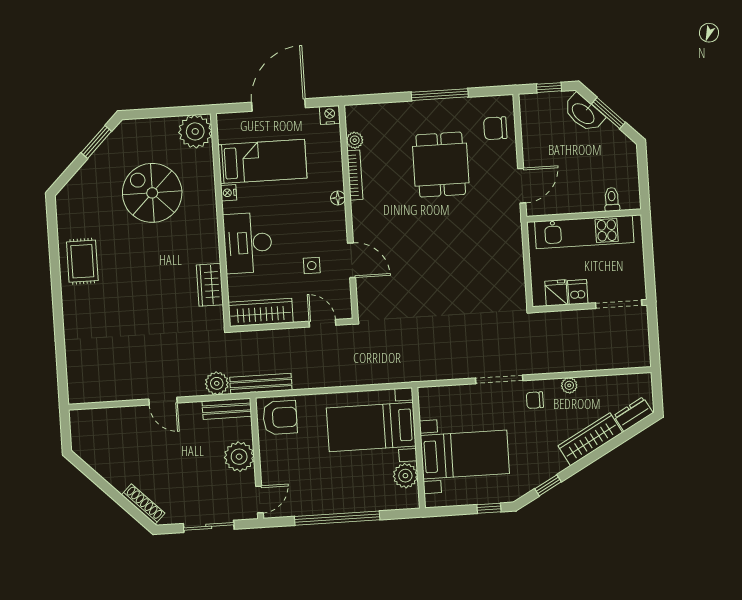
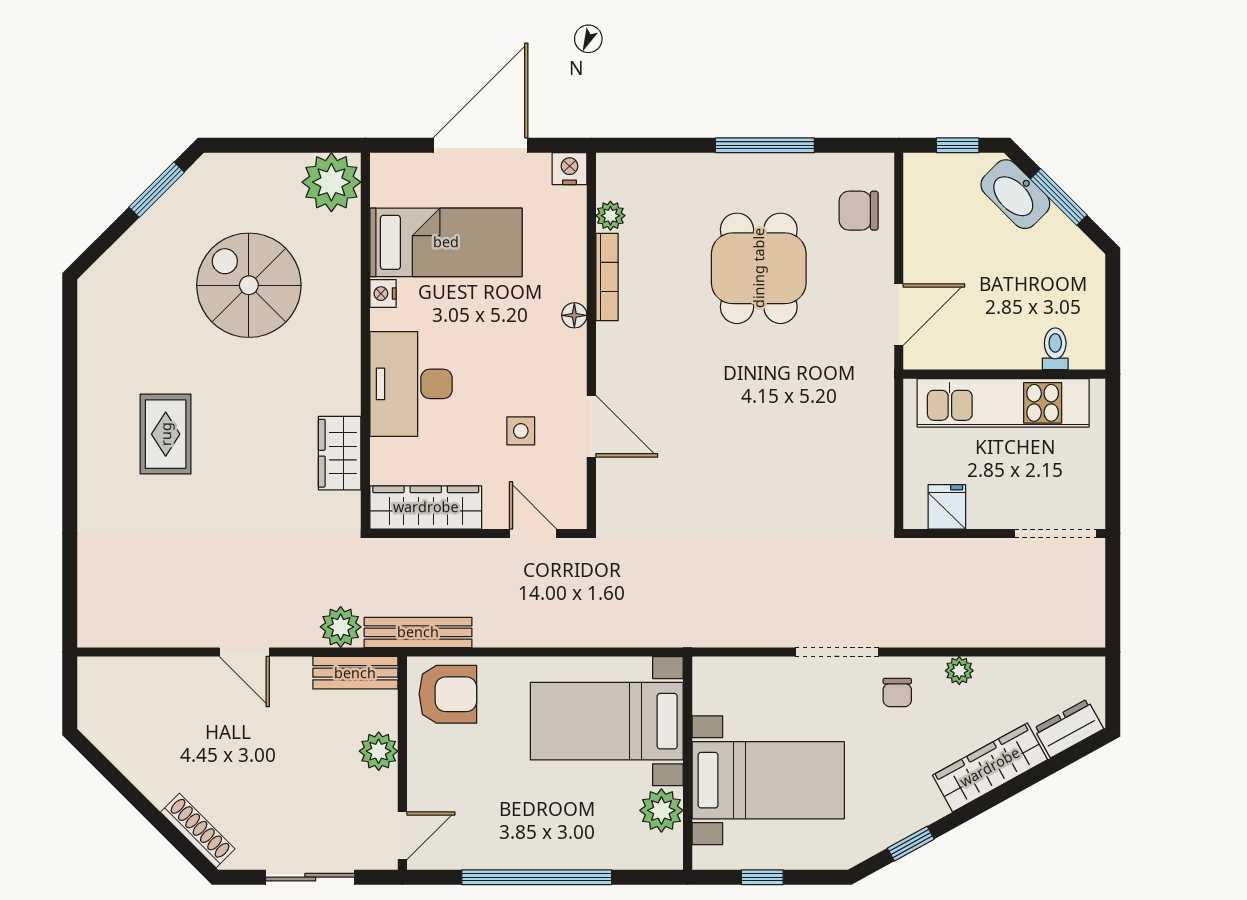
rug: (82, 261) -> (166, 434), moved
dishwasher: (578, 292) -> (985, 508), removed
chair: (535, 400) -> (897, 692), turned -90
plant: (239, 457) -> (379, 751), width x0.73, depth x0.73
window: (489, 508) -> (762, 877), moved

